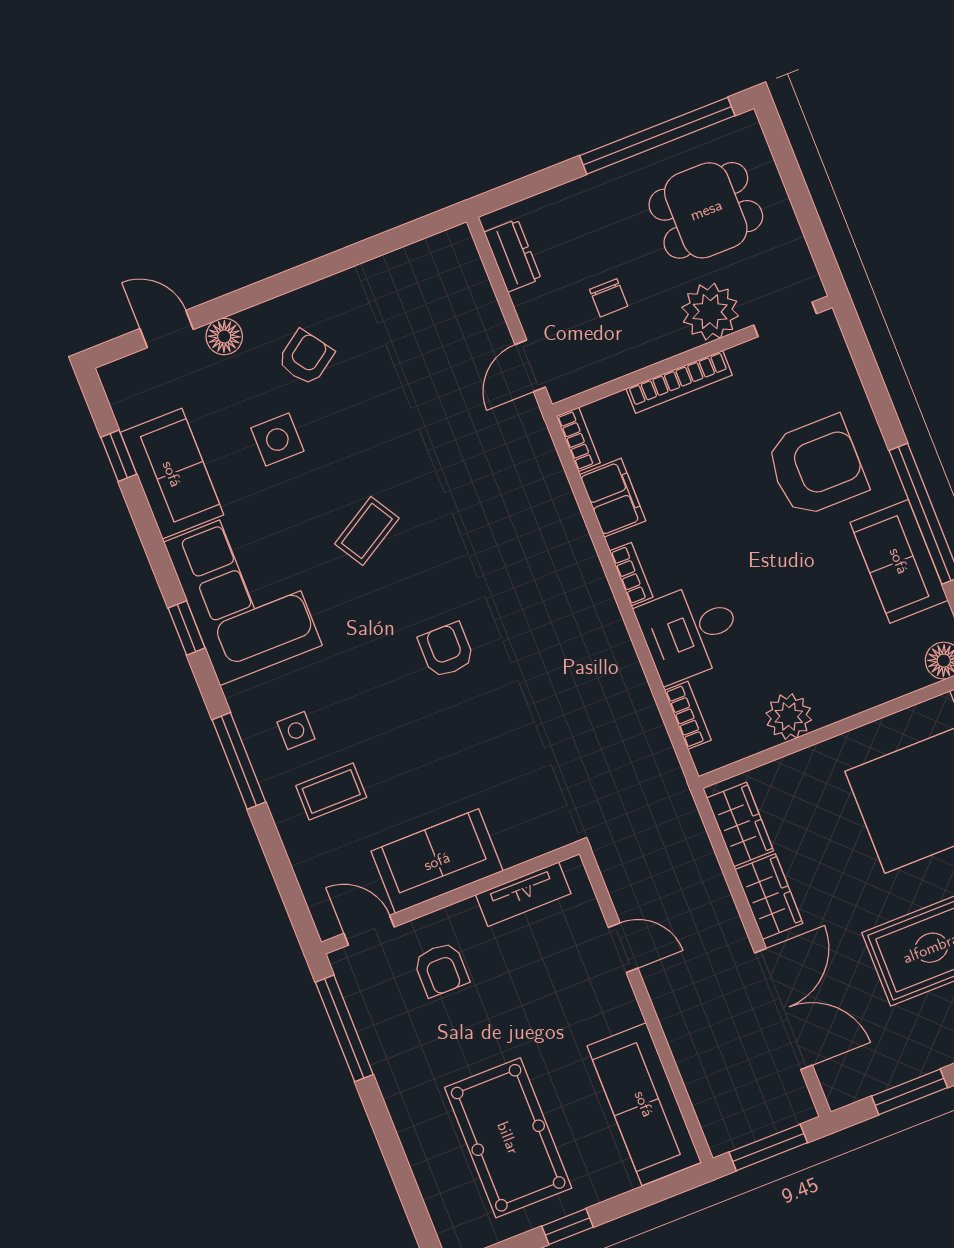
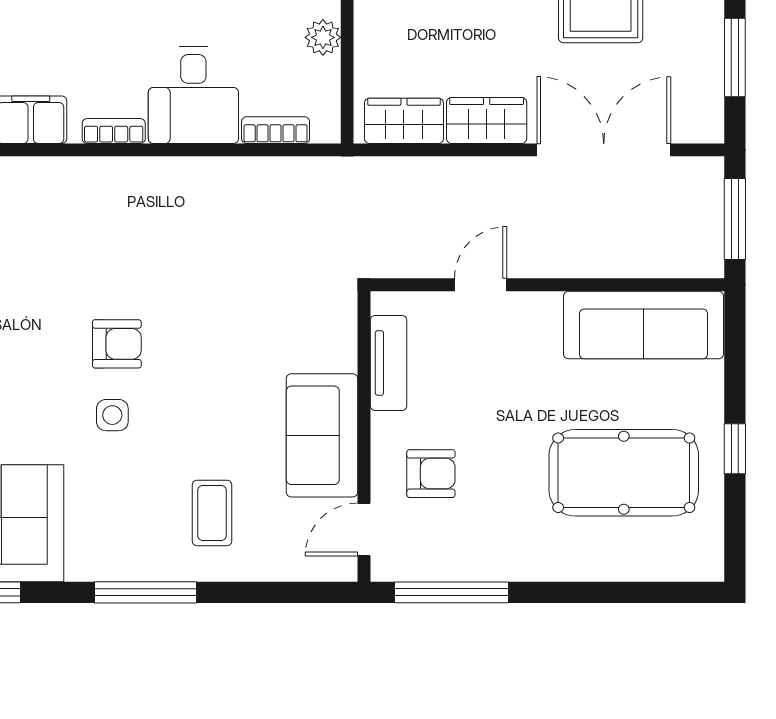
armchair: (446, 650) -> (117, 344), turned 180
plant: (789, 717) -> (323, 37), width x0.73, depth x0.73
side table: (296, 731) -> (112, 415), moved

